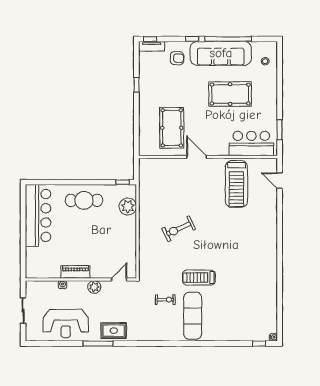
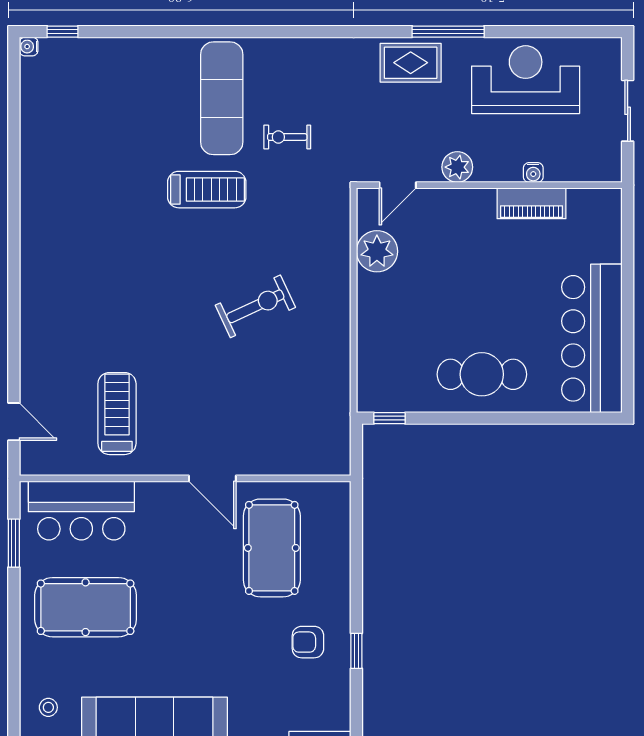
armchair: (177, 58) -> (308, 642), moved
pool table: (230, 94) -> (86, 607), moved
treadmill: (236, 184) -> (117, 414), width x0.73, depth x0.73
plant: (128, 206) -> (377, 251), moved
piano: (75, 272) -> (531, 203), moved

